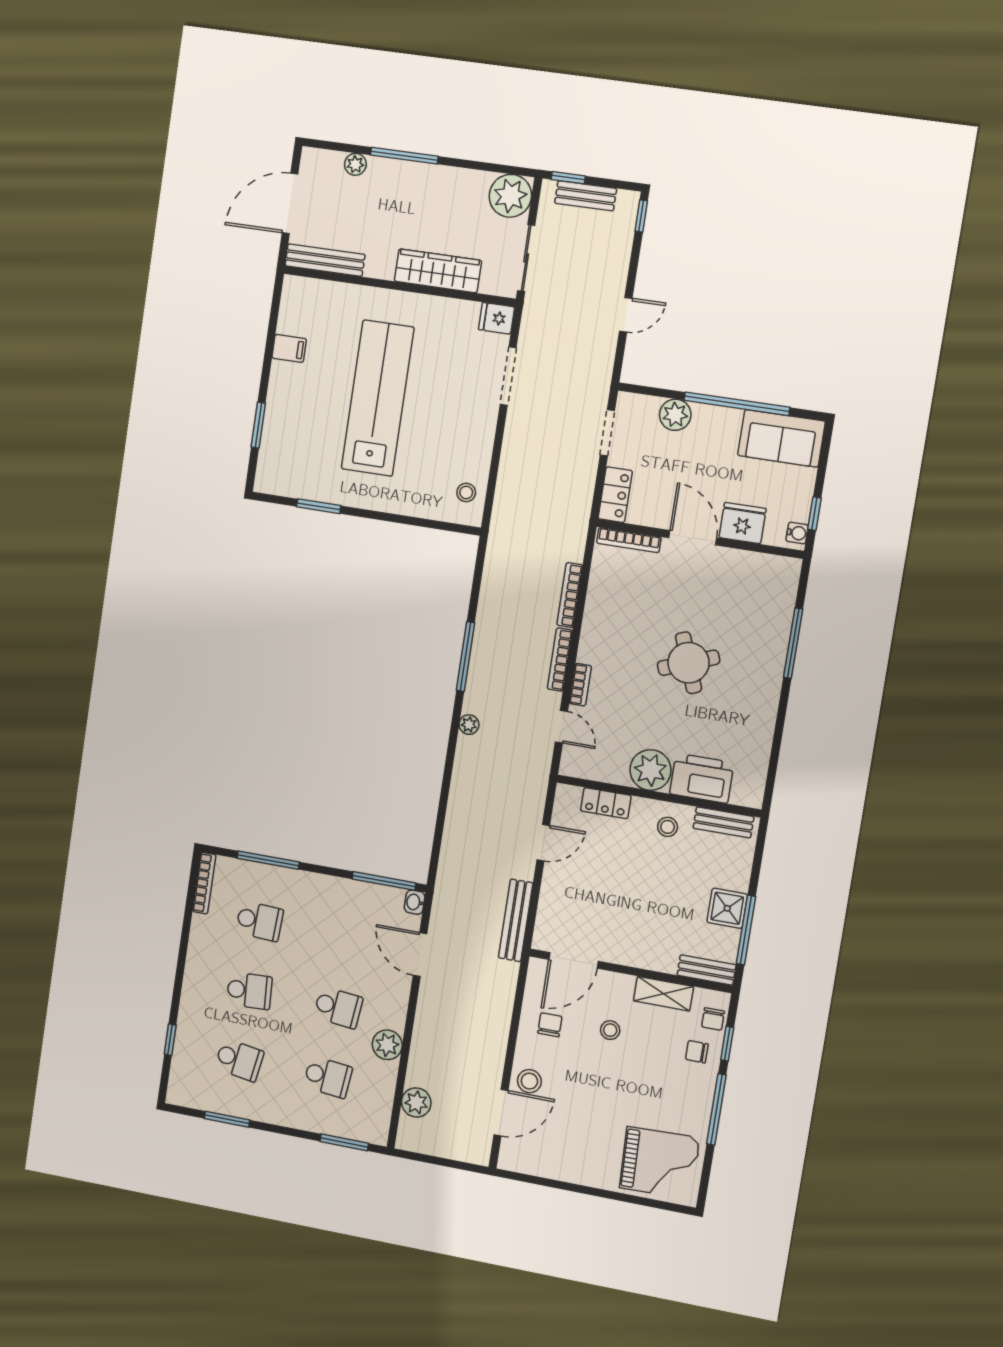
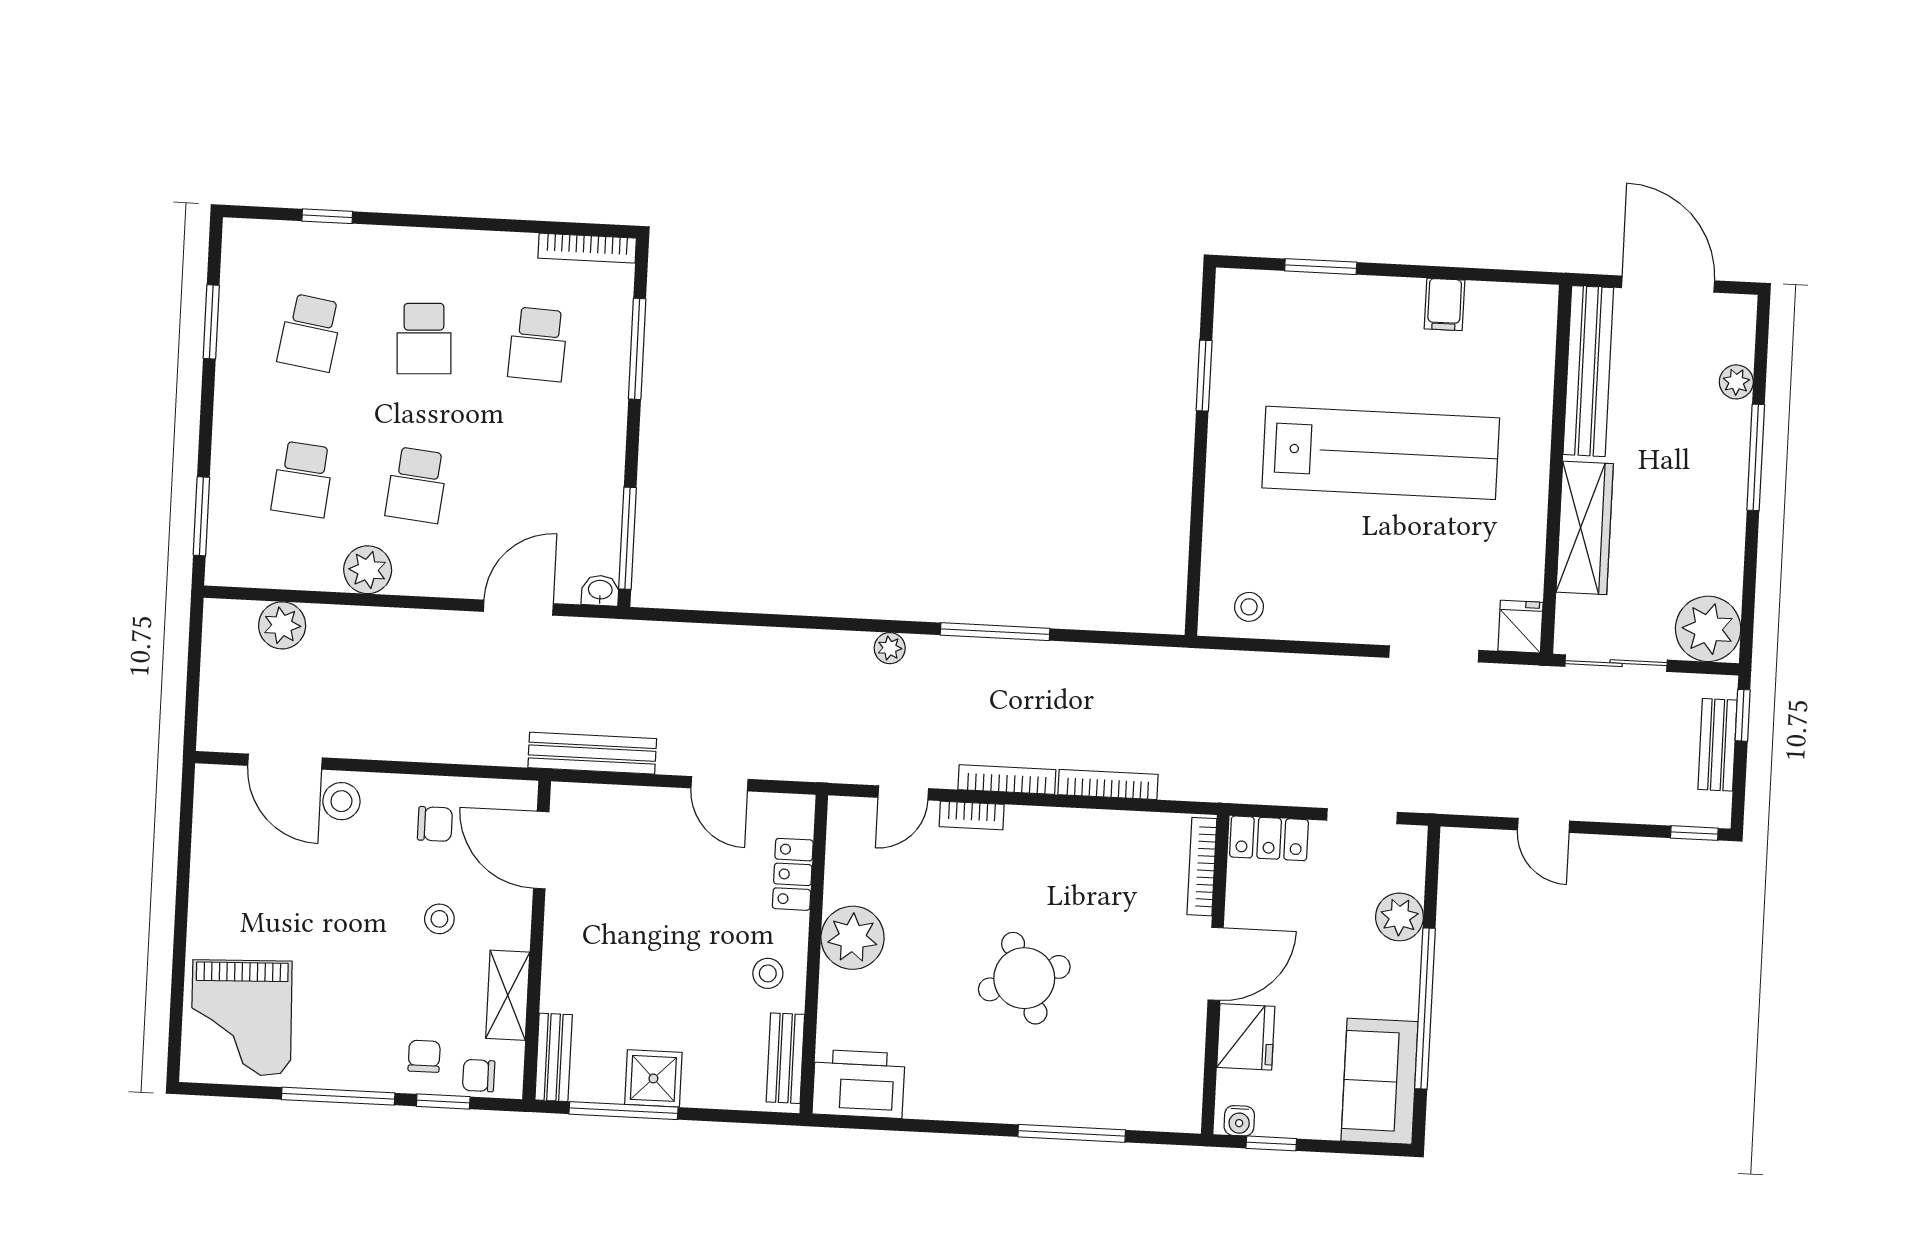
bench: (325, 260) -> (1588, 371), width x1.37, depth x1.21
printer: (702, 778) -> (859, 1084), moved, turned -90

